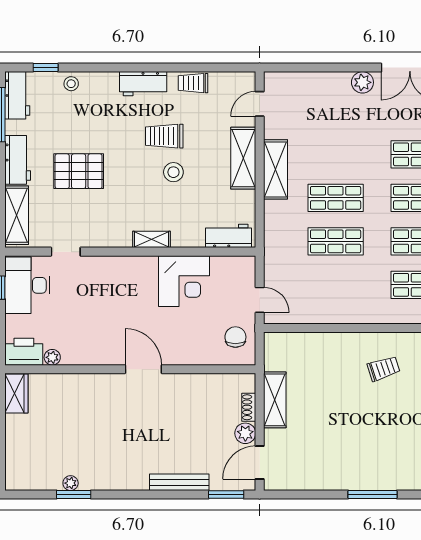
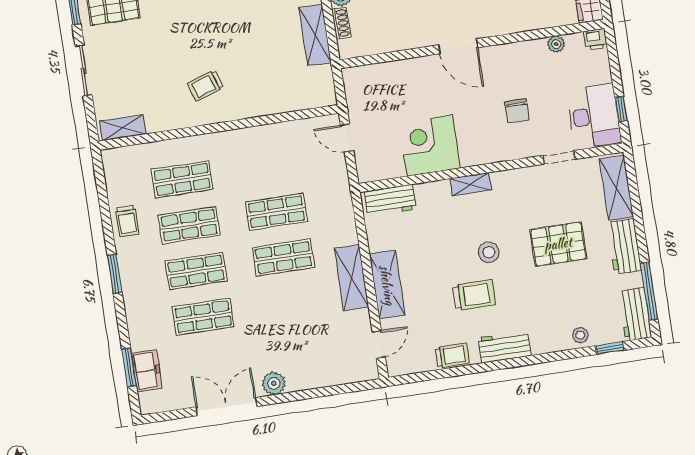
stool: (173, 172) -> (489, 252), moved
chair: (235, 337) -> (517, 111), moved
printer: (24, 352) -> (595, 39), width x0.53, depth x0.68

